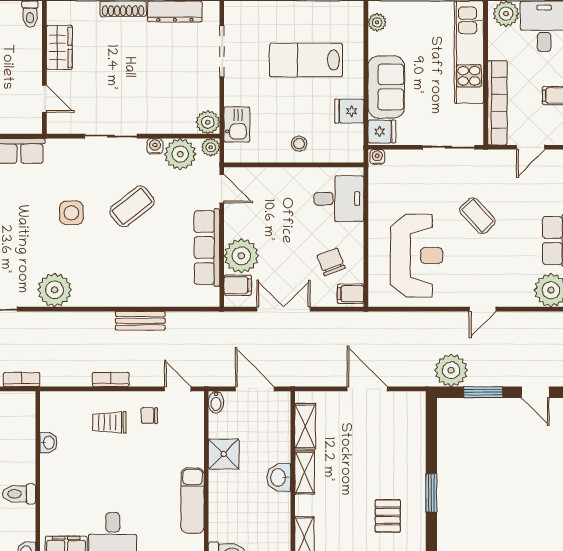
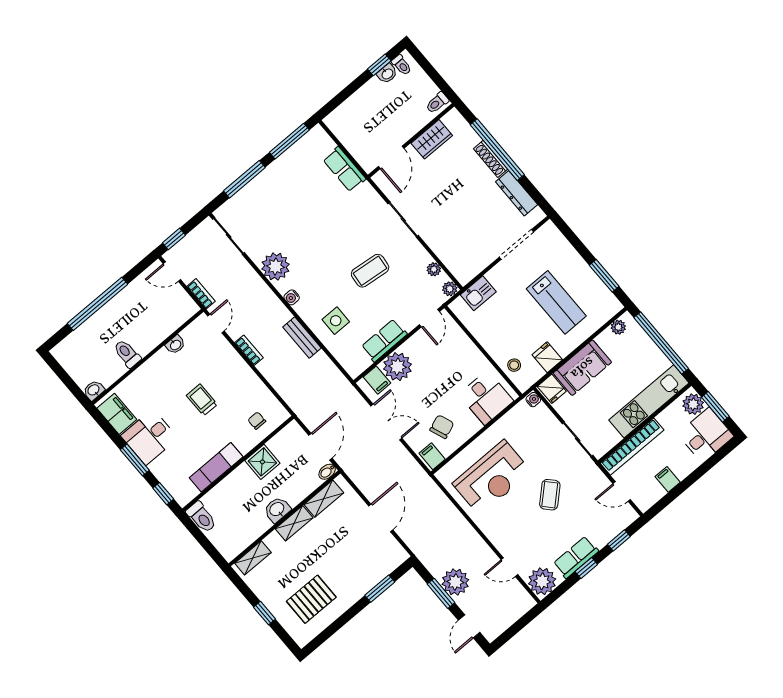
lab bench: (306, 60) -> (556, 302), turned 180
door: (44, 99) -> (391, 157), width x1.38
plant: (208, 122) -> (464, 274), removed
stool: (299, 144) -> (514, 365), moved
water cooler: (155, 146) -> (292, 297), moved, turned 180
plant: (180, 154) -> (434, 269), width x0.53, depth x0.53
coffee table: (132, 206) -> (370, 271), turned -46
side table: (71, 213) -> (336, 321), moved
row of seats: (207, 248) -> (384, 340), width x0.68
door: (482, 309) -> (509, 567), moved
plant: (451, 370) -> (455, 582), moved
door: (178, 389) -> (216, 323), moved
bidet: (216, 402) -> (327, 472), moved
chair: (149, 416) -> (257, 421), moved
trolley: (109, 422) -> (202, 400), moved
window: (431, 493) -> (380, 589), moved
pallet: (388, 516) -> (311, 599), width x1.50, depth x1.42

